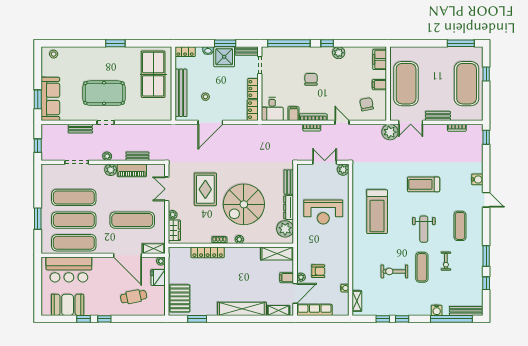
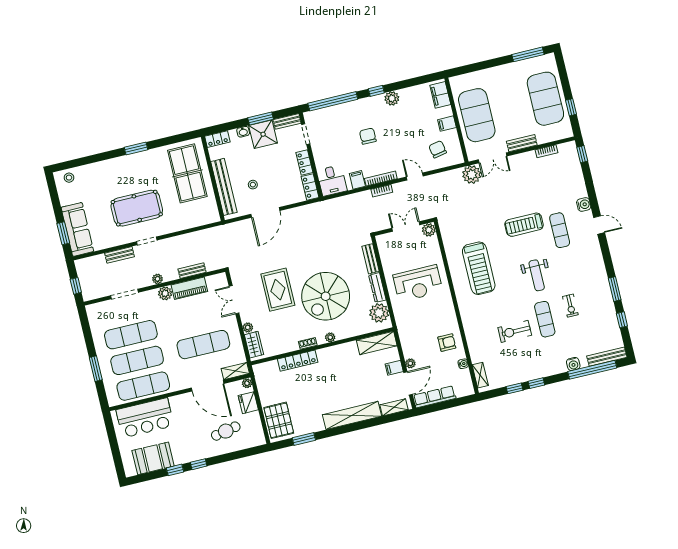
window: (486, 74) -> (571, 107), moved
exercise mat: (460, 226) -> (560, 230), moved
armchair: (318, 271) -> (447, 343), moved

